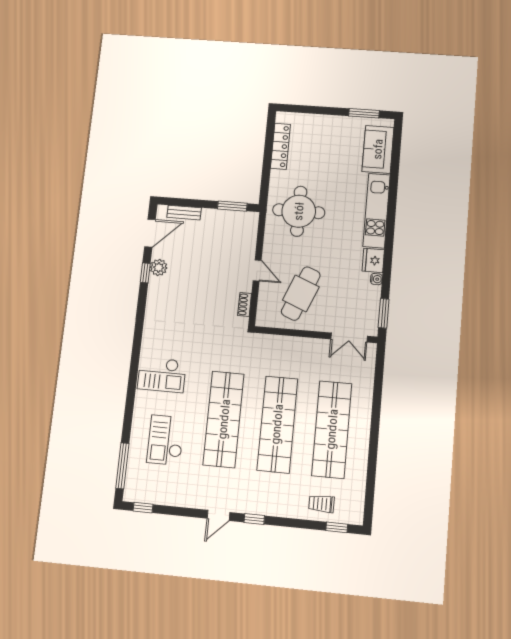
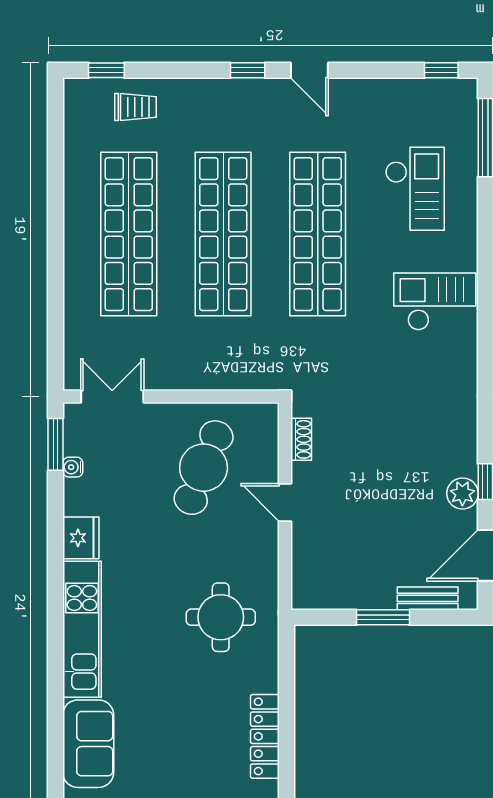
window: (232, 206) -> (383, 617), moved
round table: (299, 211) -> (221, 617), width x0.73, depth x0.73
water cooler: (376, 279) -> (73, 467), moved
door: (218, 515) -> (309, 70), swing flipped

